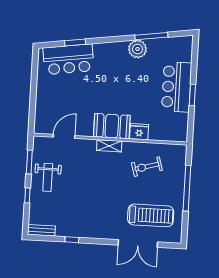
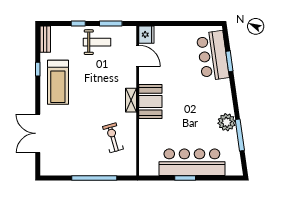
bar counter: (177, 87) -> (192, 162), width x1.36
fridge: (139, 132) -> (146, 35), moved
weight bench: (48, 177) -> (97, 42), turned 180
treadmill: (151, 215) -> (58, 82), moved

